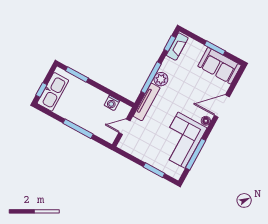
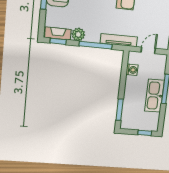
plant: (161, 79) -> (78, 34), moved
kitchen sink: (53, 92) -> (154, 96), moved, turned -90
door: (124, 127) -> (148, 50), swing flipped

